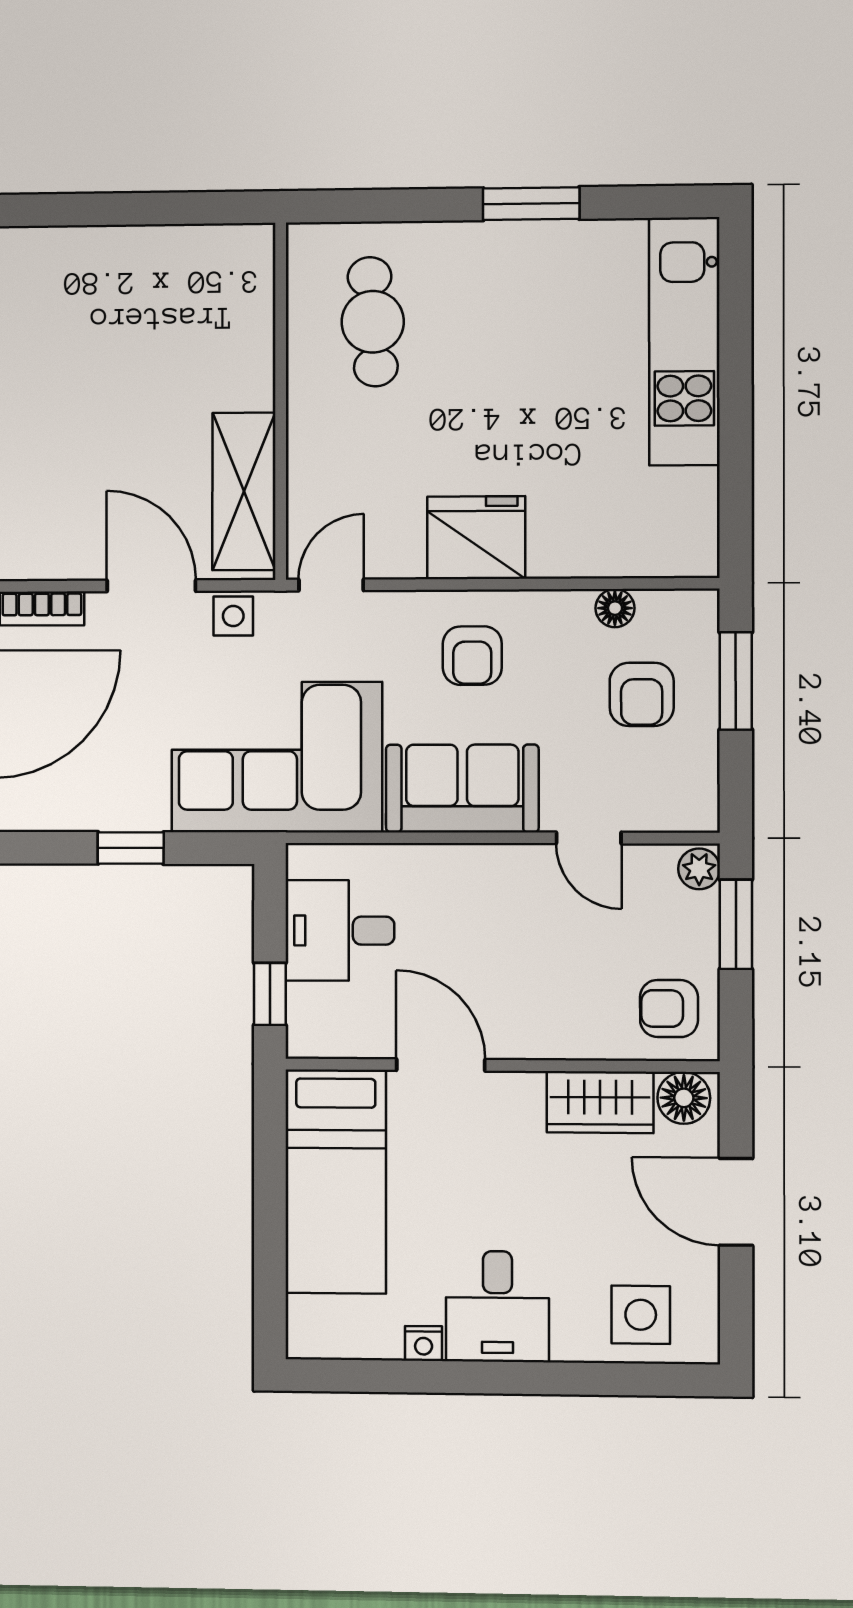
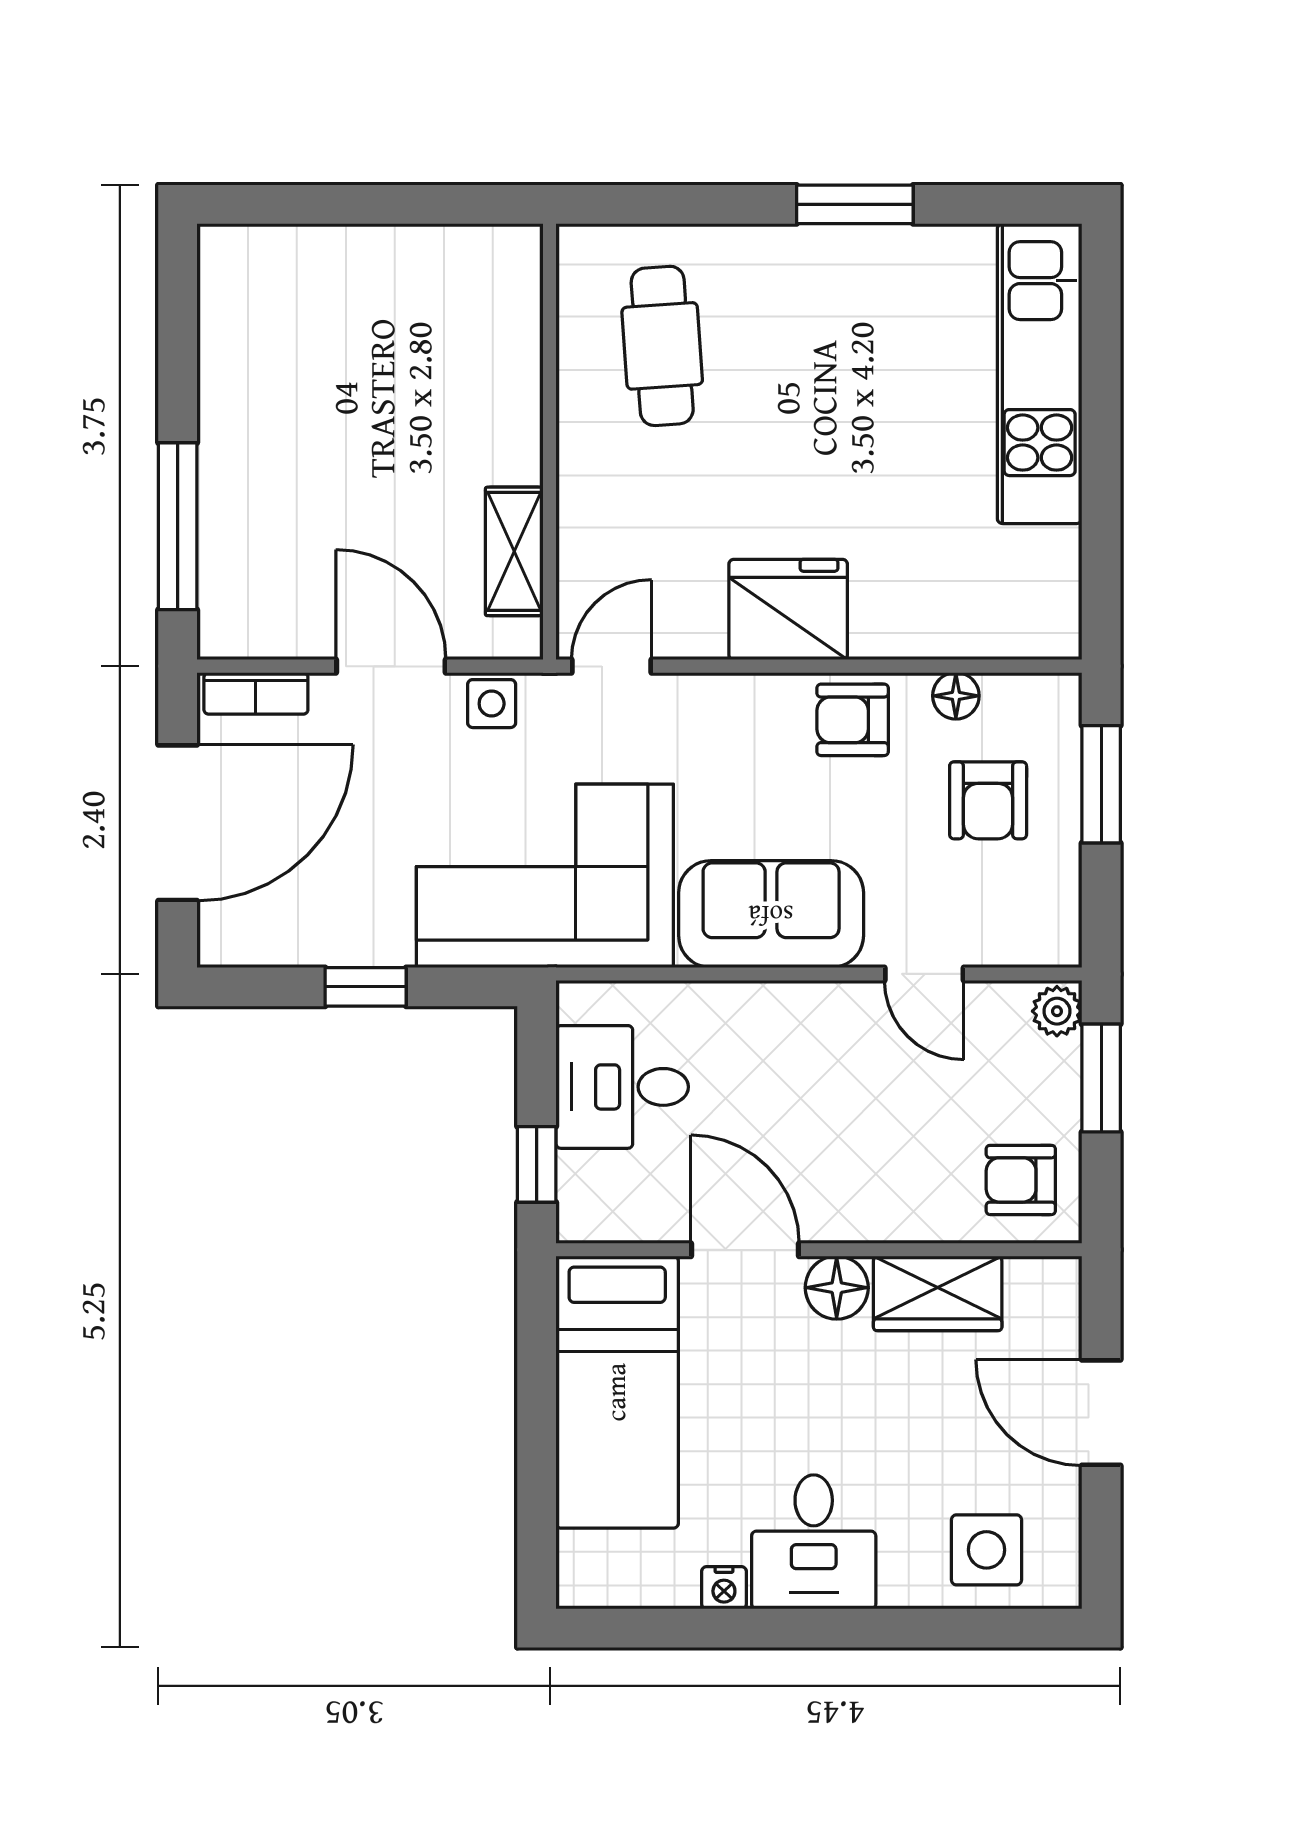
shelving: (244, 491) -> (514, 551), width x0.67, depth x0.75
armchair: (472, 656) -> (853, 720), moved, turned 90
floor lamp: (684, 1098) -> (837, 1288), moved

